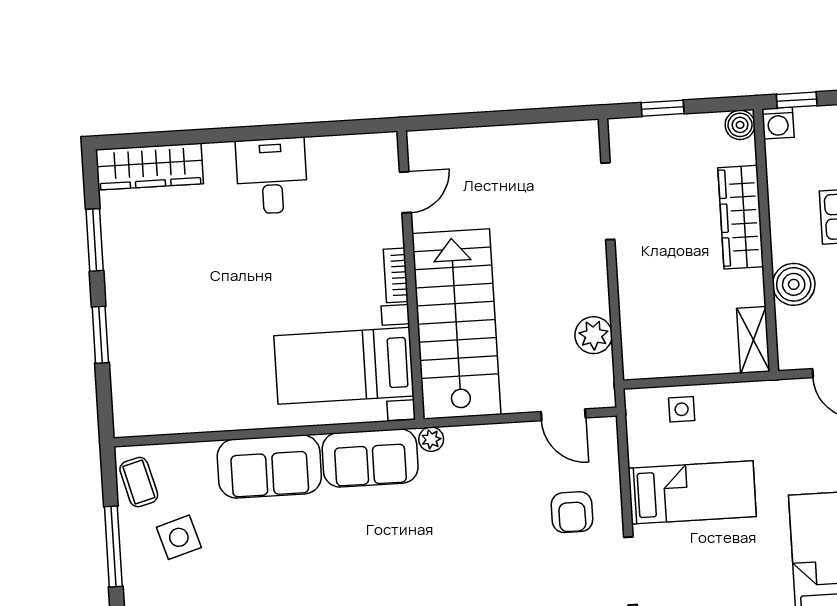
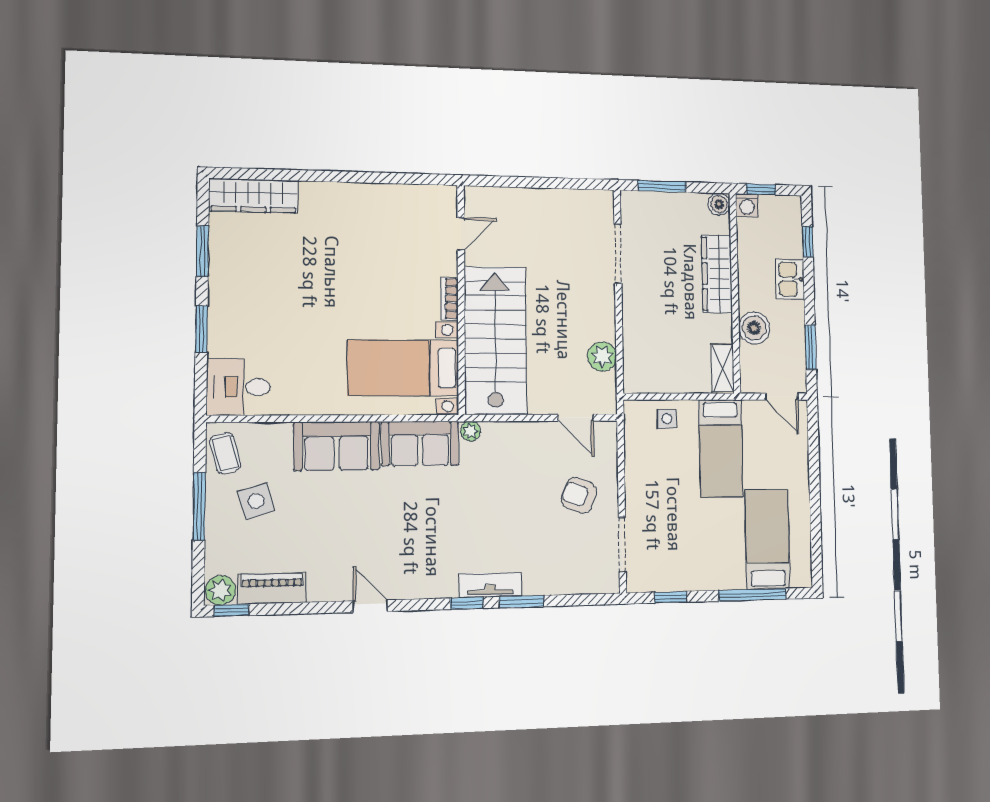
window: (663, 108) -> (662, 186), width x1.50
desk: (272, 176) -> (238, 387), moved, turned -90
bed: (692, 492) -> (721, 448), moved, turned 90
armchair: (572, 512) -> (579, 495), turned 112

